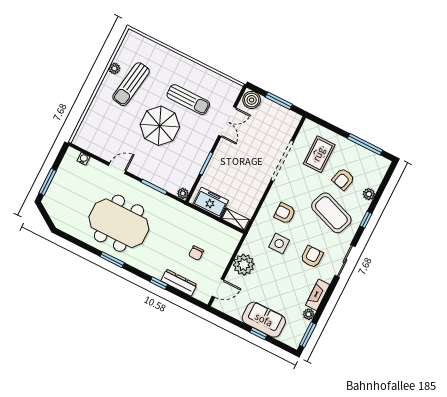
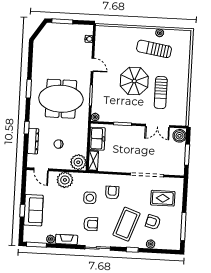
meeting table: (119, 223) -> (61, 99), moved, turned 90
plant: (229, 239) -> (78, 162), added

